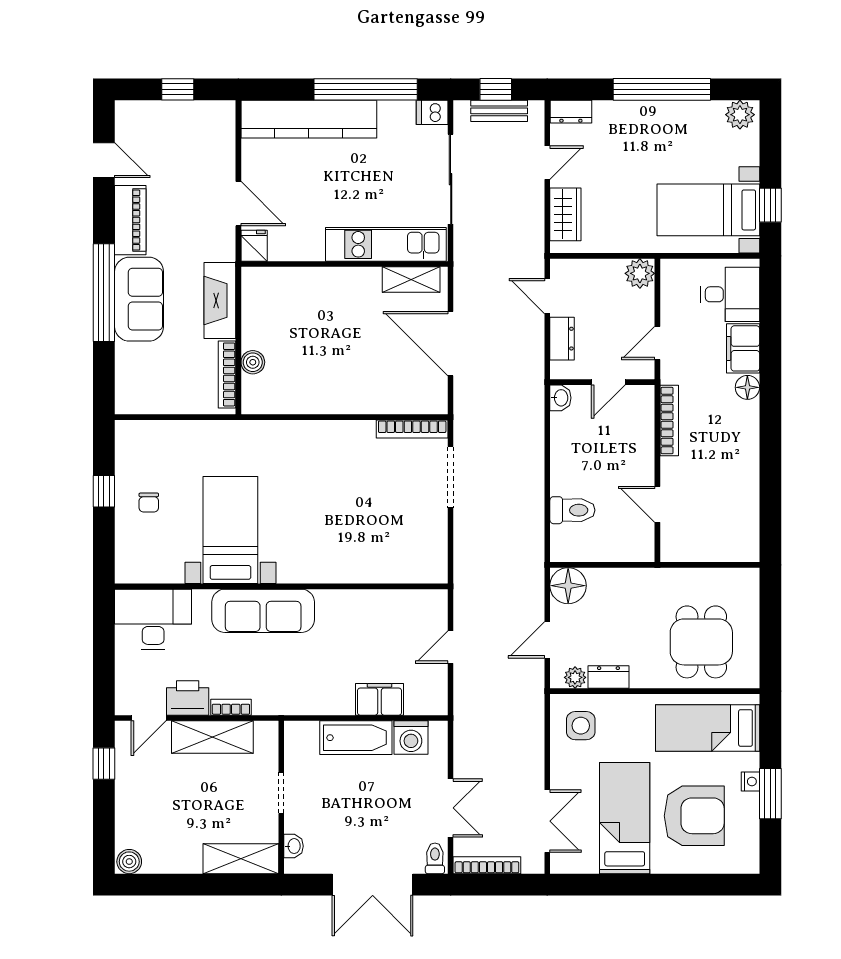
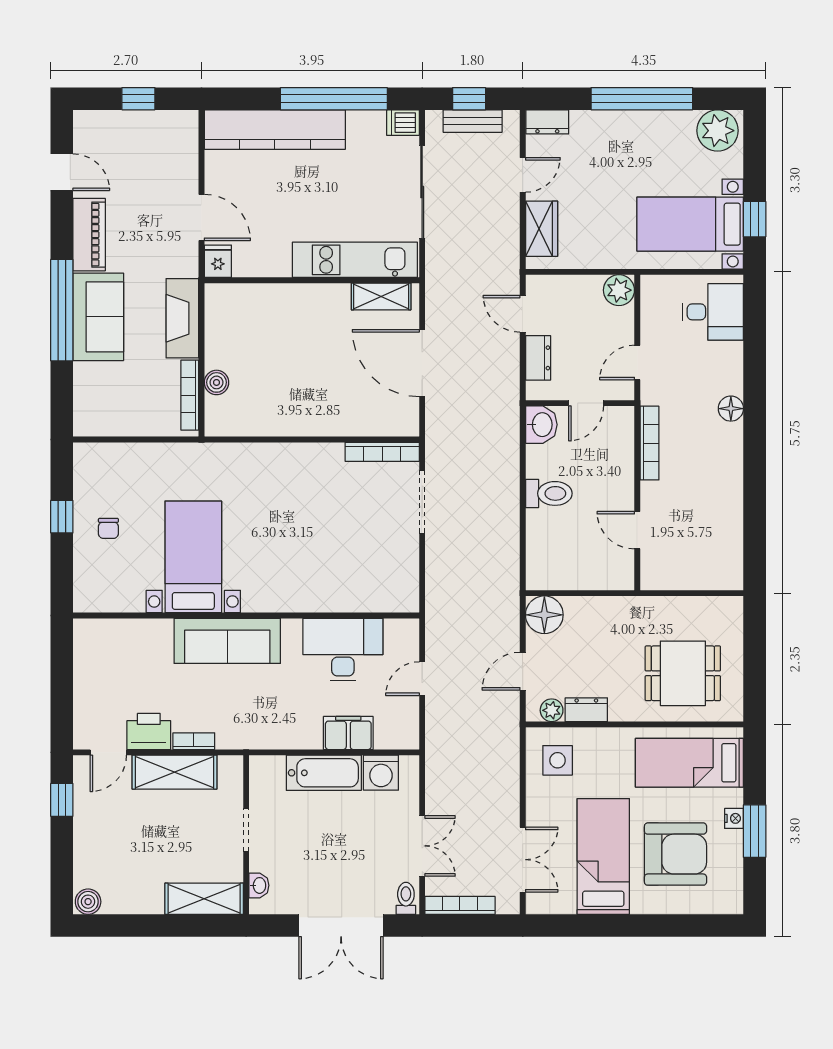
plant: (740, 115) -> (718, 131), width x1.36, depth x1.36
filing cabinet: (743, 348) -> (726, 368), removed
washbasin: (560, 398) -> (541, 425), width x1.38, depth x1.45
toilet: (572, 510) -> (549, 493), moved
desk: (153, 619) -> (343, 650), moved
dining table: (701, 642) -> (683, 673), turned 90

